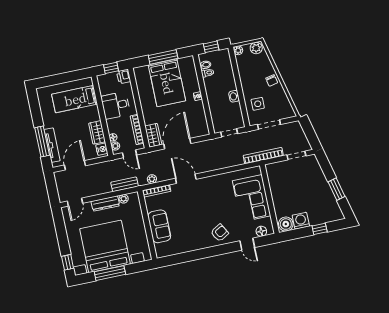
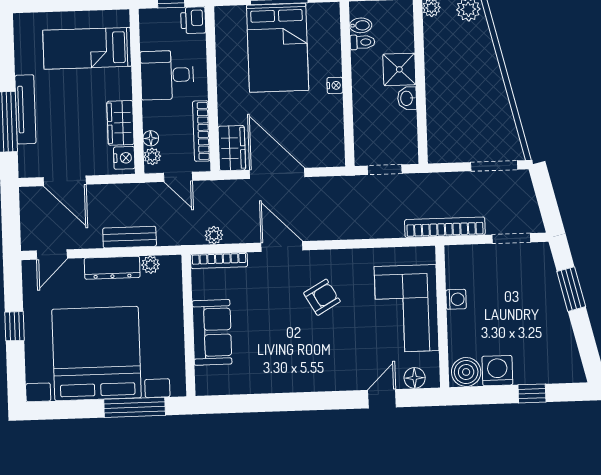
chair: (272, 80) -> (488, 80), removed
shower: (228, 83) -> (399, 69), added
side table: (258, 104) -> (452, 122), removed
doorway: (269, 124) -> (494, 166), moved
door: (177, 144) -> (277, 173), hinge flipped
tv unit: (52, 145) -> (25, 109), moved
door: (75, 165) -> (65, 181), swing flipped
bench: (125, 184) -> (130, 237), moved
window: (336, 189) -> (571, 289), moved
washing machine: (275, 190) -> (456, 299), added
armchair: (220, 233) -> (322, 297), moved
door: (247, 244) -> (382, 399), swing flipped
window: (68, 262) -> (15, 326), moved
window: (110, 273) -> (135, 407), moved

